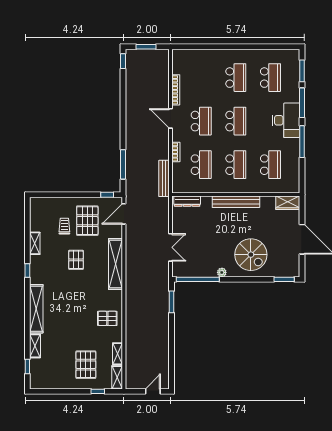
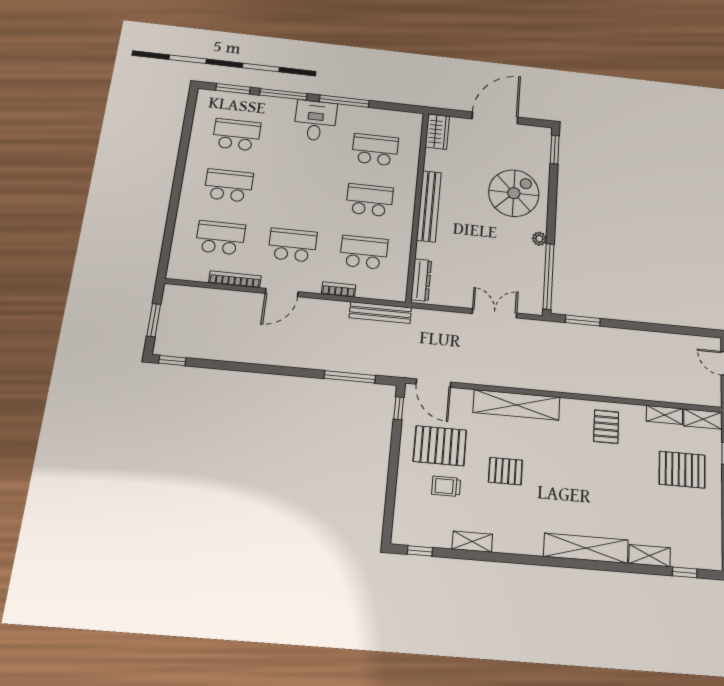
desk: (286, 120) -> (315, 121), width x0.73
school desk: (236, 121) -> (220, 238), moved
window: (27, 271) -> (420, 551), moved

